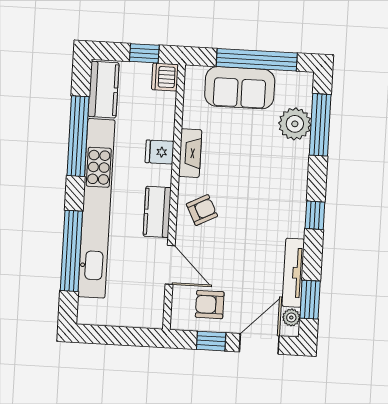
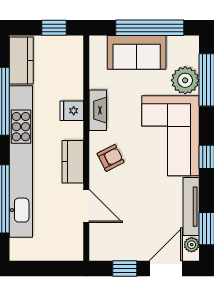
dishwasher: (165, 77) -> (73, 47), removed
corner sofa: (274, 188) -> (170, 136), added
armchair: (210, 305) -> (122, 238), removed

